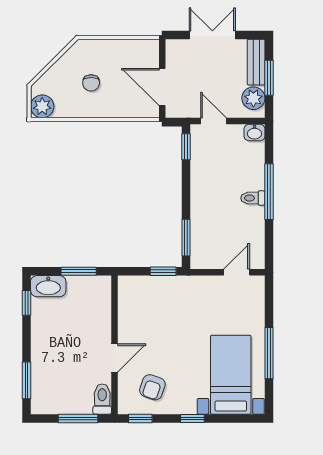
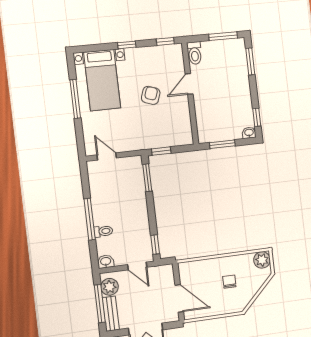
window: (269, 78) -> (100, 304), width x1.44
door: (162, 87) -> (179, 298), moved
toilet: (253, 198) -> (103, 231), moved
door: (237, 272) -> (107, 156), swing flipped
washbasin: (48, 286) -> (249, 133), width x0.52, depth x0.69
armchair: (152, 387) -> (151, 95), moved
window: (78, 418) -> (223, 36), moved

